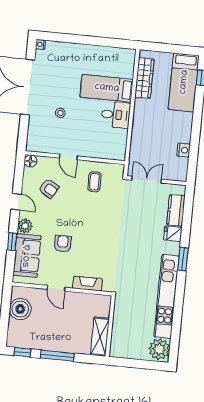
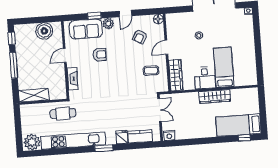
wardrobe: (144, 78) -> (215, 96), moved
nightstand: (184, 150) -> (169, 135), moved
wardrobe: (106, 151) -> (176, 75), added
cafe table: (130, 304) -> (63, 113), added

